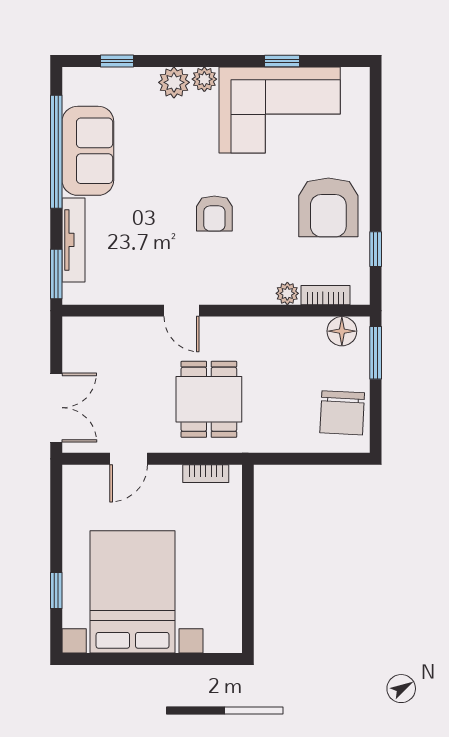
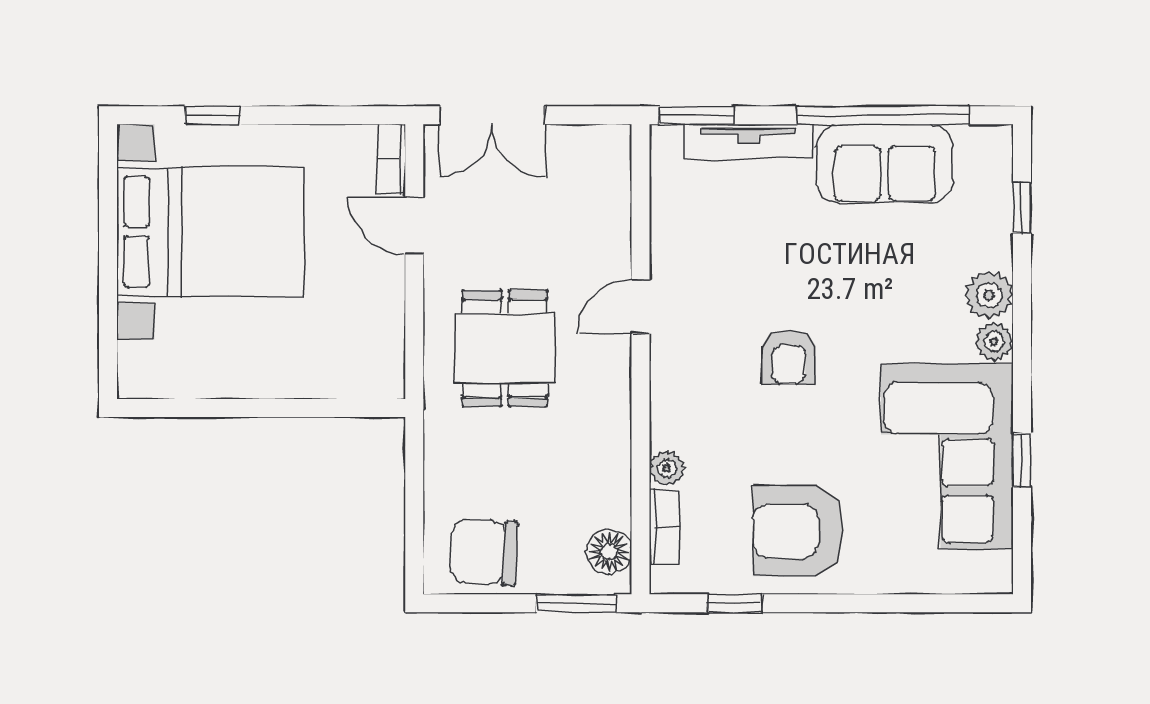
armchair: (214, 213) -> (789, 357), turned -90
dining table: (209, 399) -> (505, 348), turned 90
bookcase: (206, 474) -> (391, 159), moved

